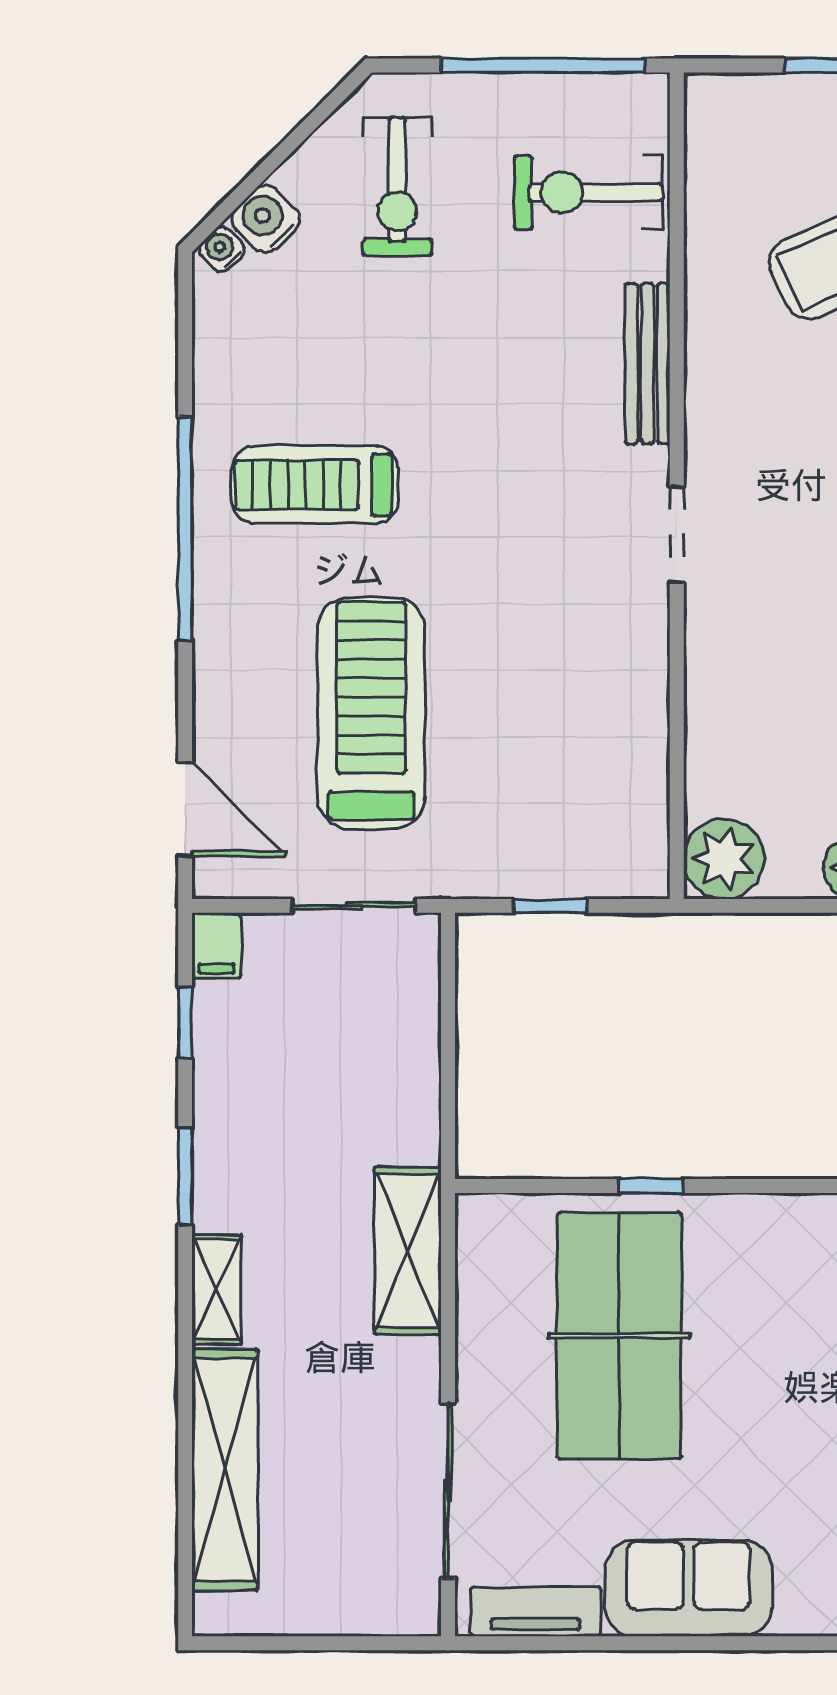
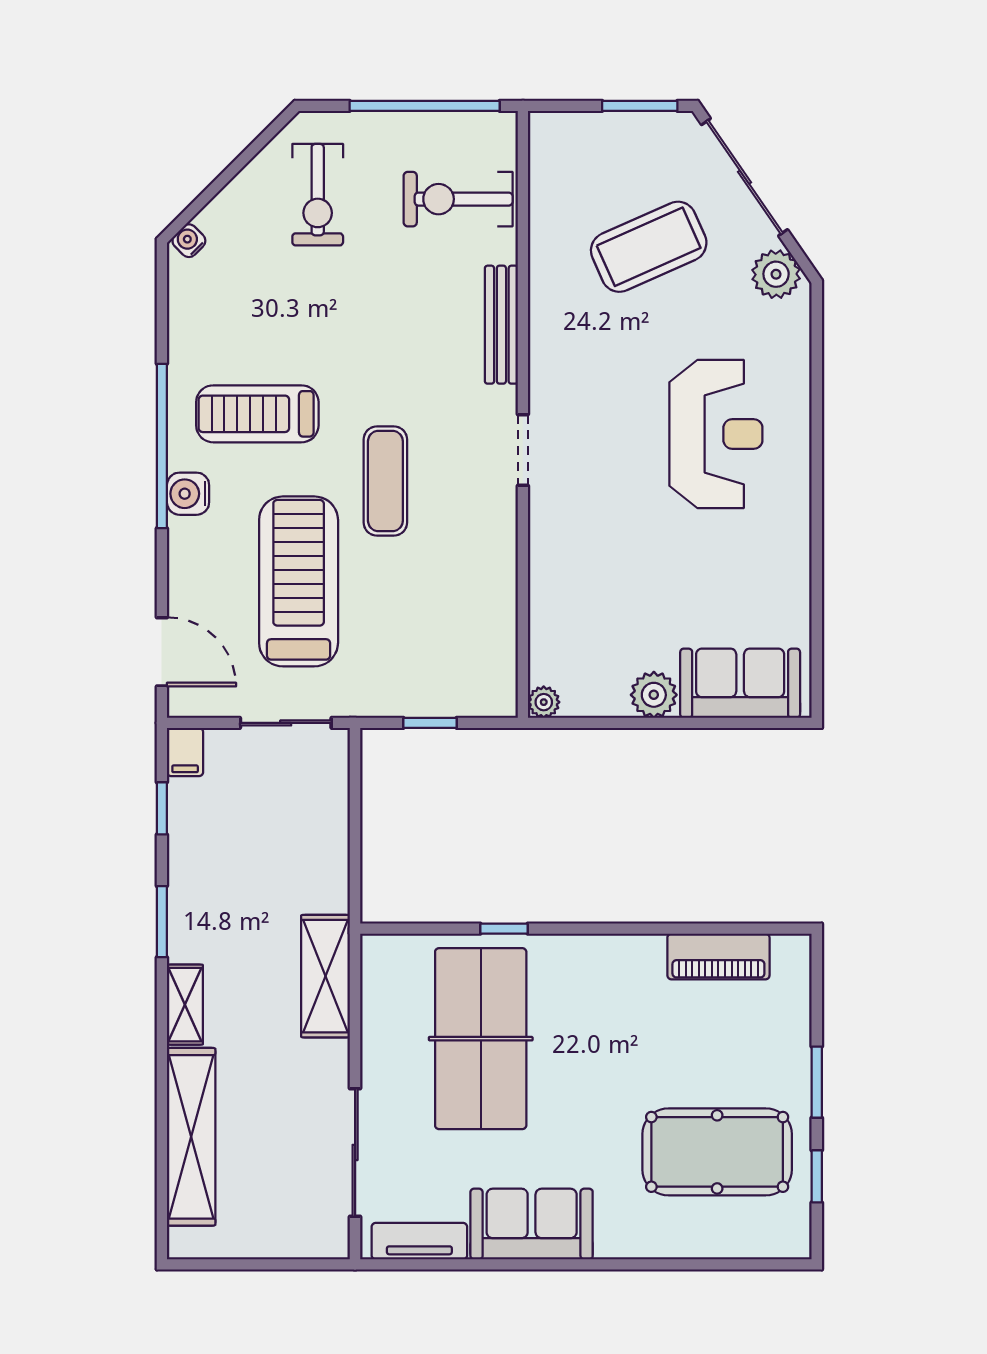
water cooler: (266, 219) -> (188, 494), moved, turned -45
exercise mat: (489, 576) -> (385, 481), added
plant: (724, 859) -> (544, 702), width x0.53, depth x0.53

